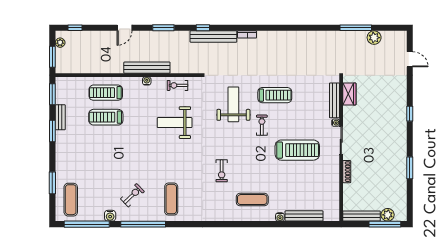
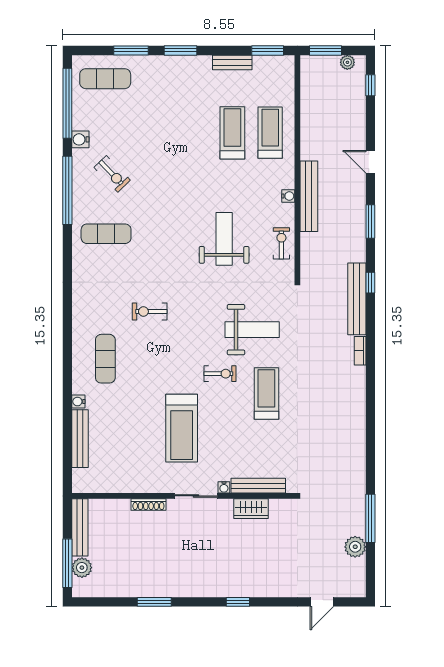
wardrobe: (349, 94) -> (251, 509), moved
treadmill: (275, 95) -> (266, 394), turned 180
window: (52, 131) -> (181, 50), moved

